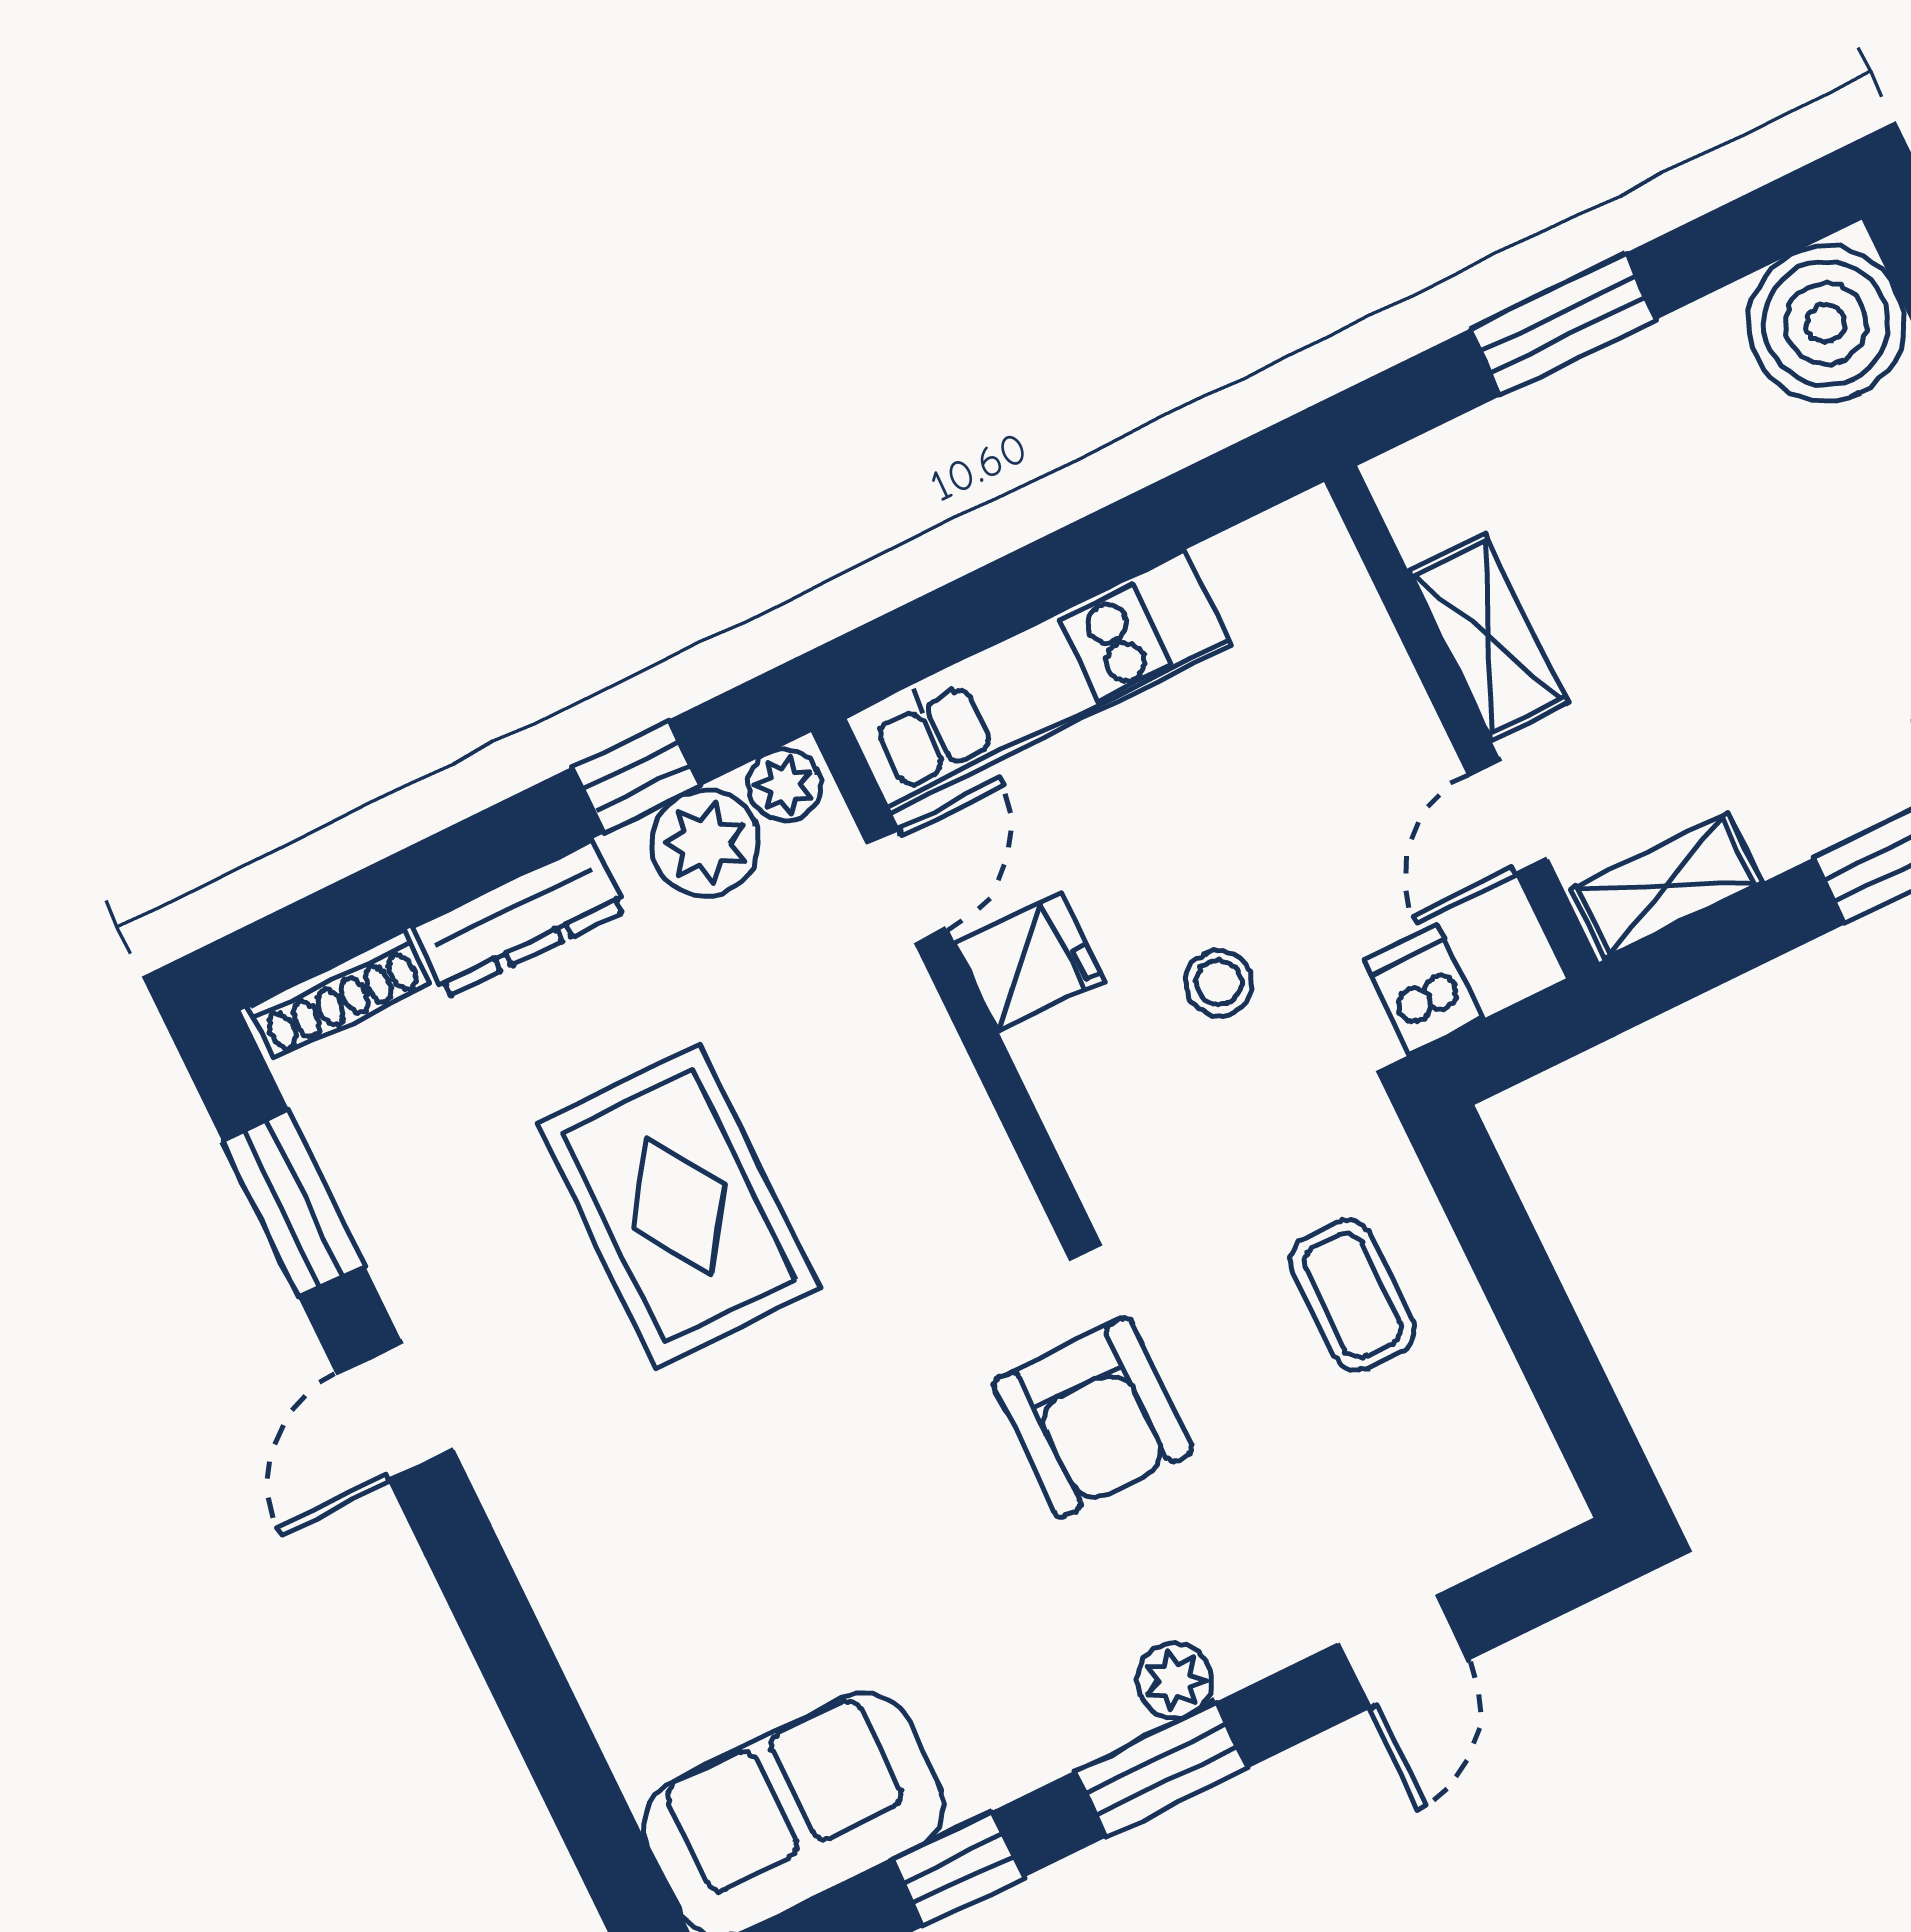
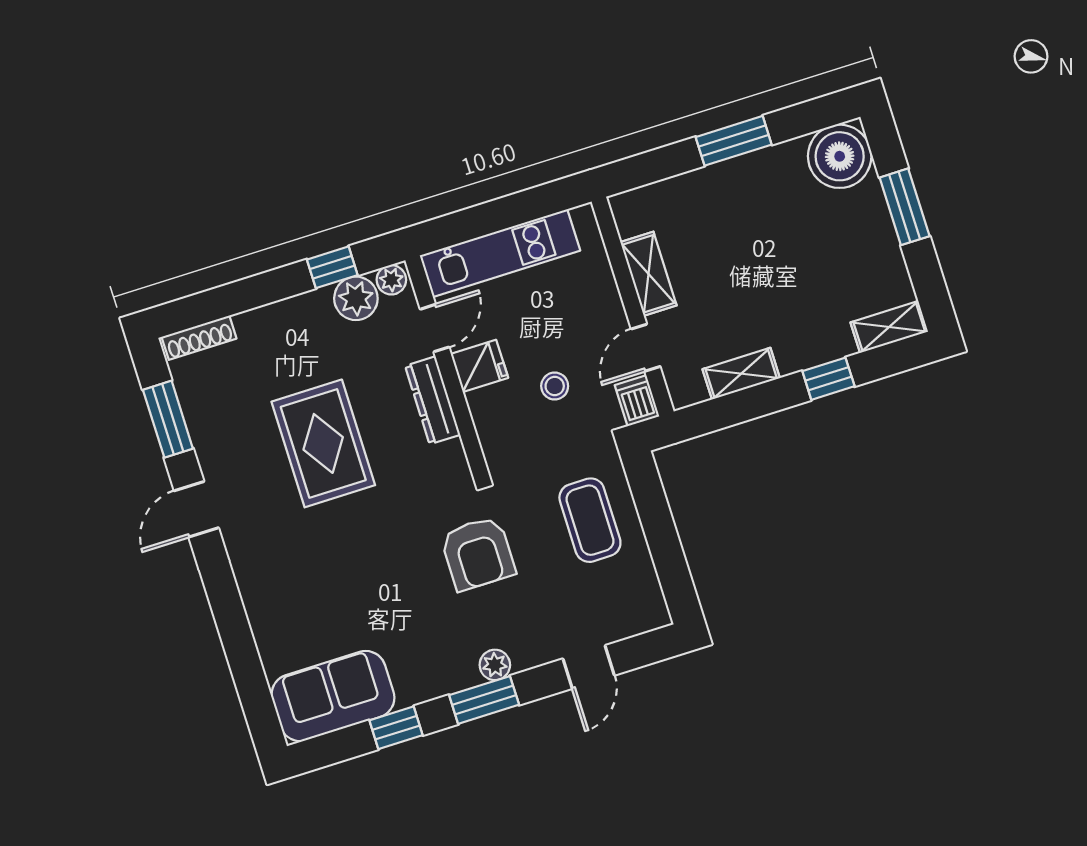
shelving: (1488, 637) -> (648, 274), moved
wall: (1462, 722) -> (633, 307), moved
door: (1508, 817) -> (646, 348), moved
dresser: (519, 918) -> (433, 400), moved, turned 90
coffee table: (1353, 1295) -> (590, 520), width x1.36, depth x1.30

